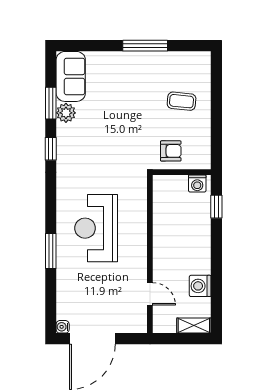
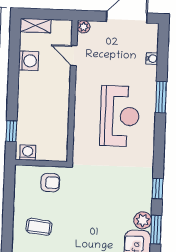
armchair: (171, 151) -> (50, 183), turned 180
plant: (140, 326) -> (84, 27), added
water cooler: (63, 327) -> (152, 59), moved

